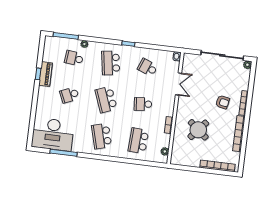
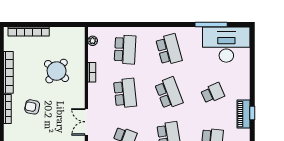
school desk: (143, 104) -> (125, 93), width x1.85

